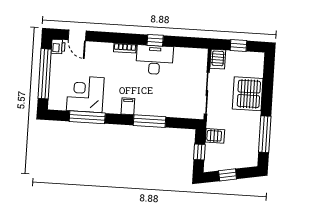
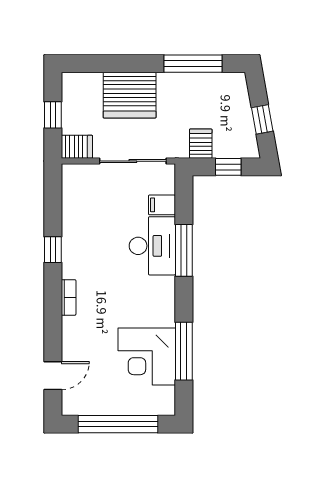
printer: (58, 47) -> (73, 405), removed
desk: (155, 60) -> (152, 246), moved, turned 180
filing cabinet: (128, 106) -> (162, 205), moved

